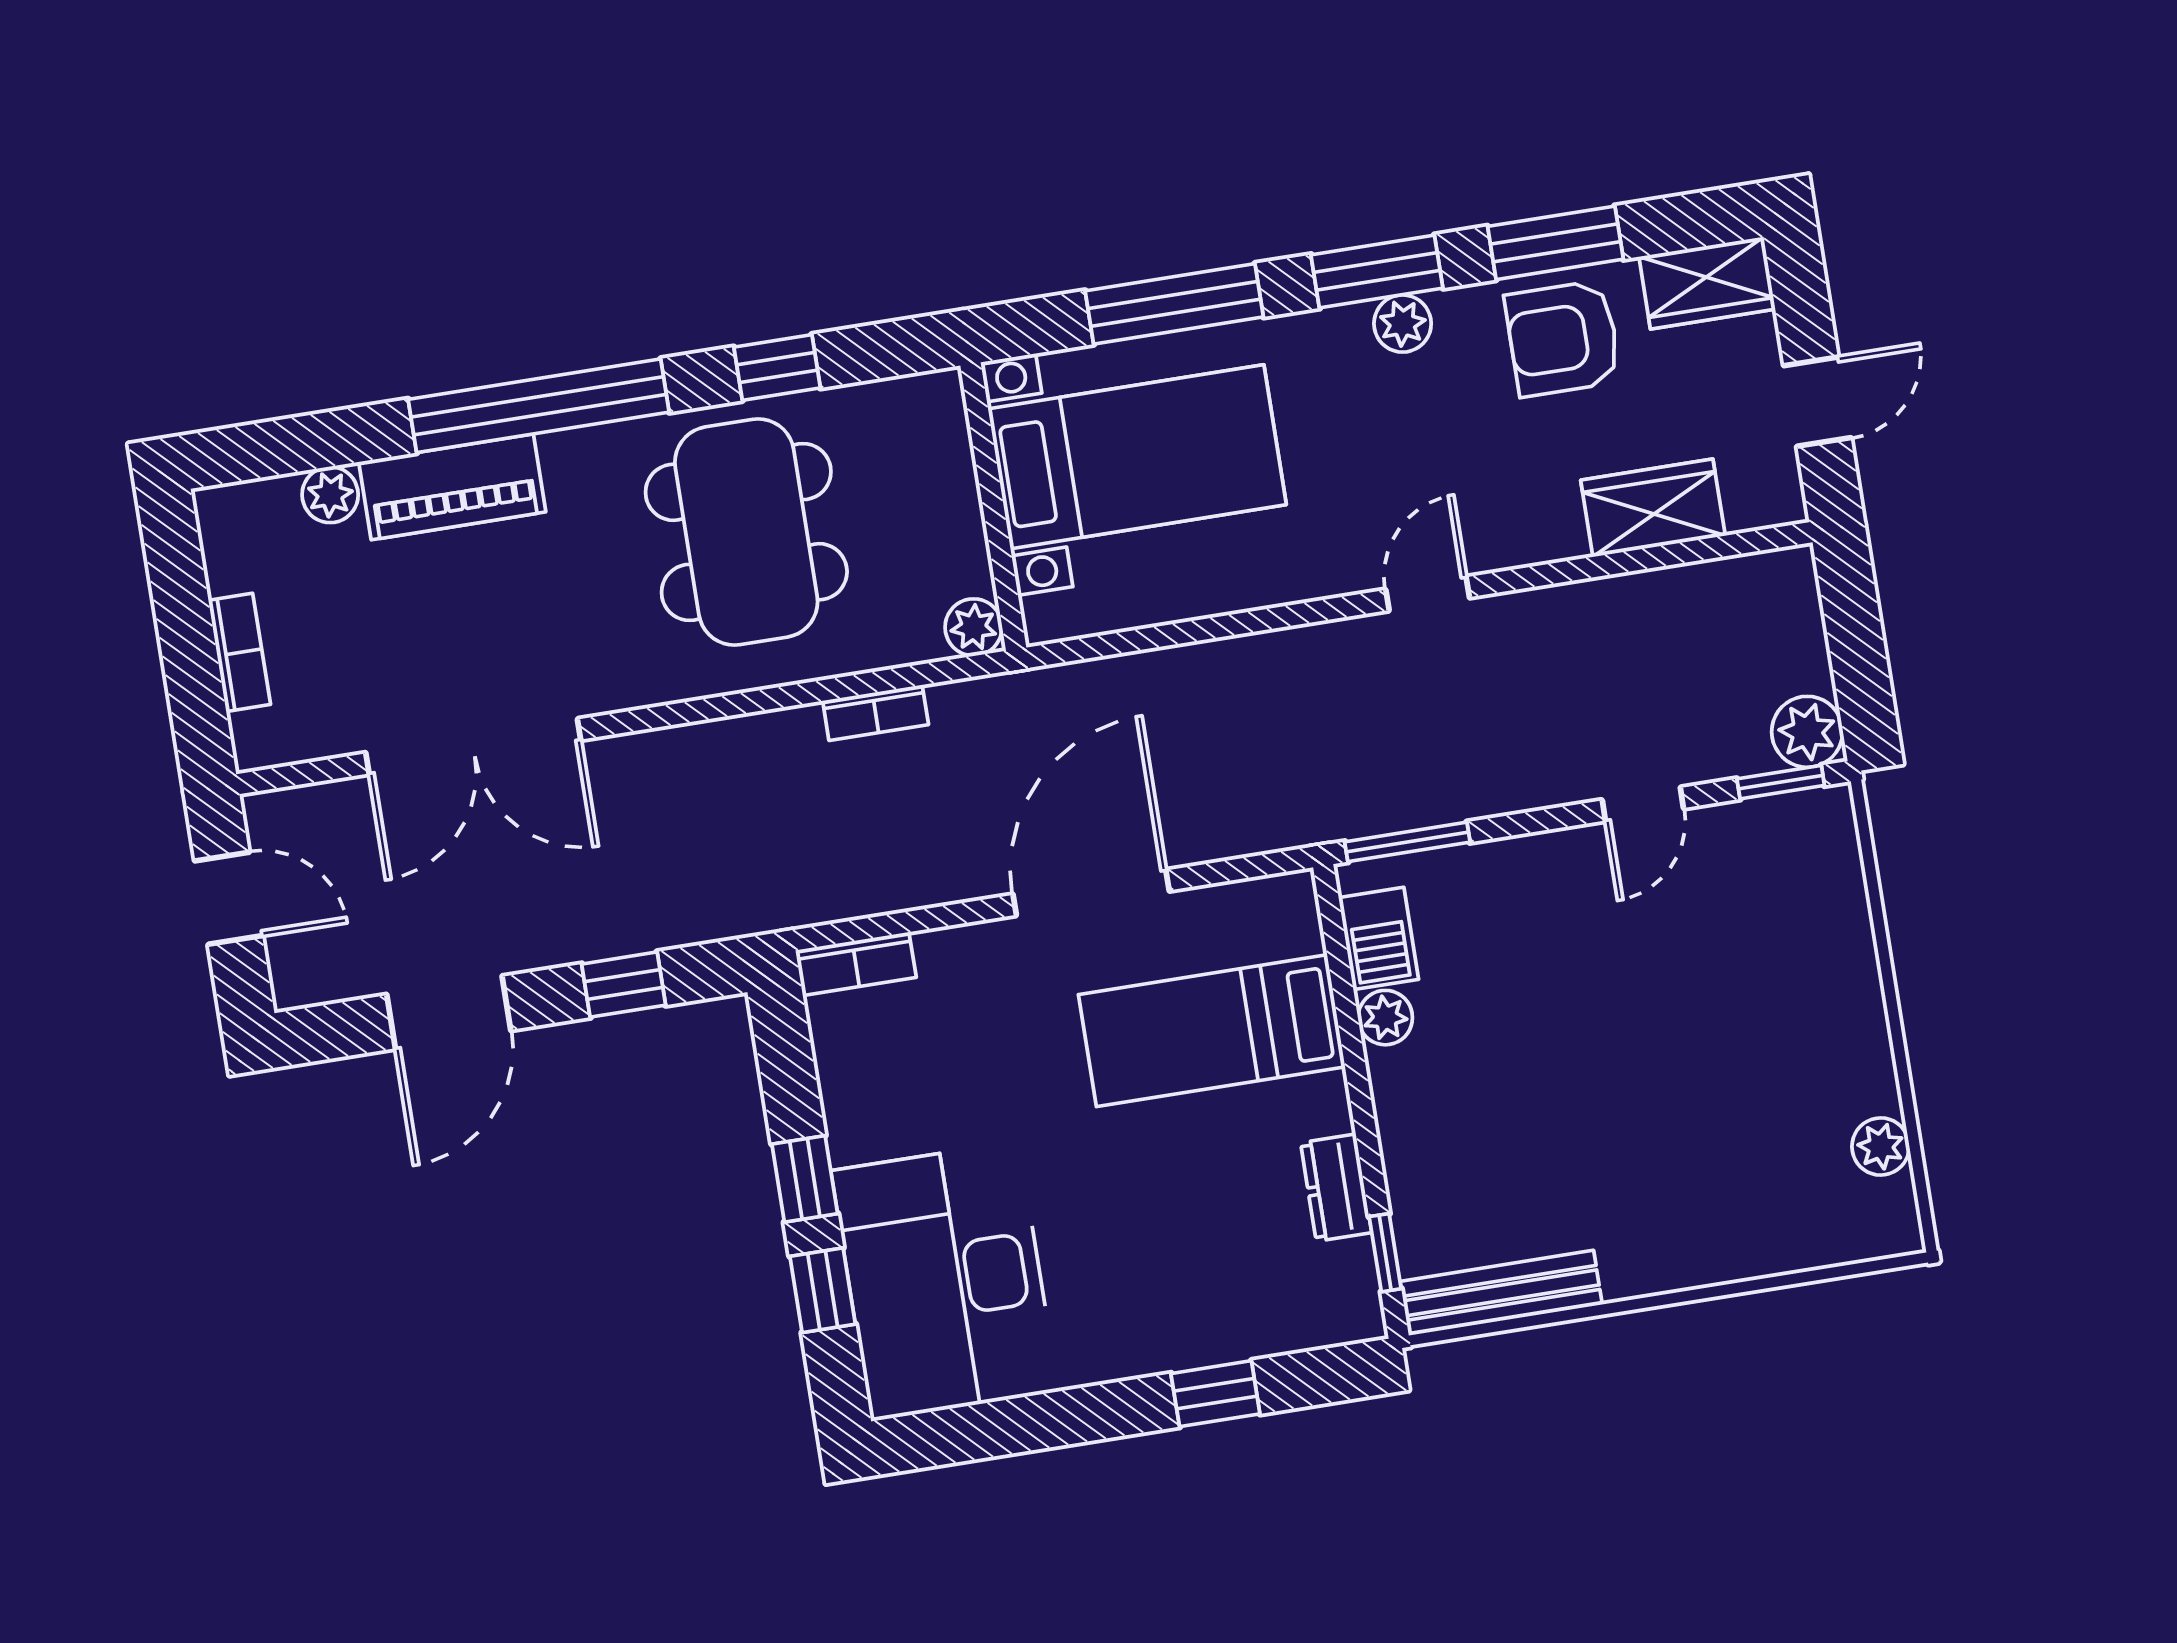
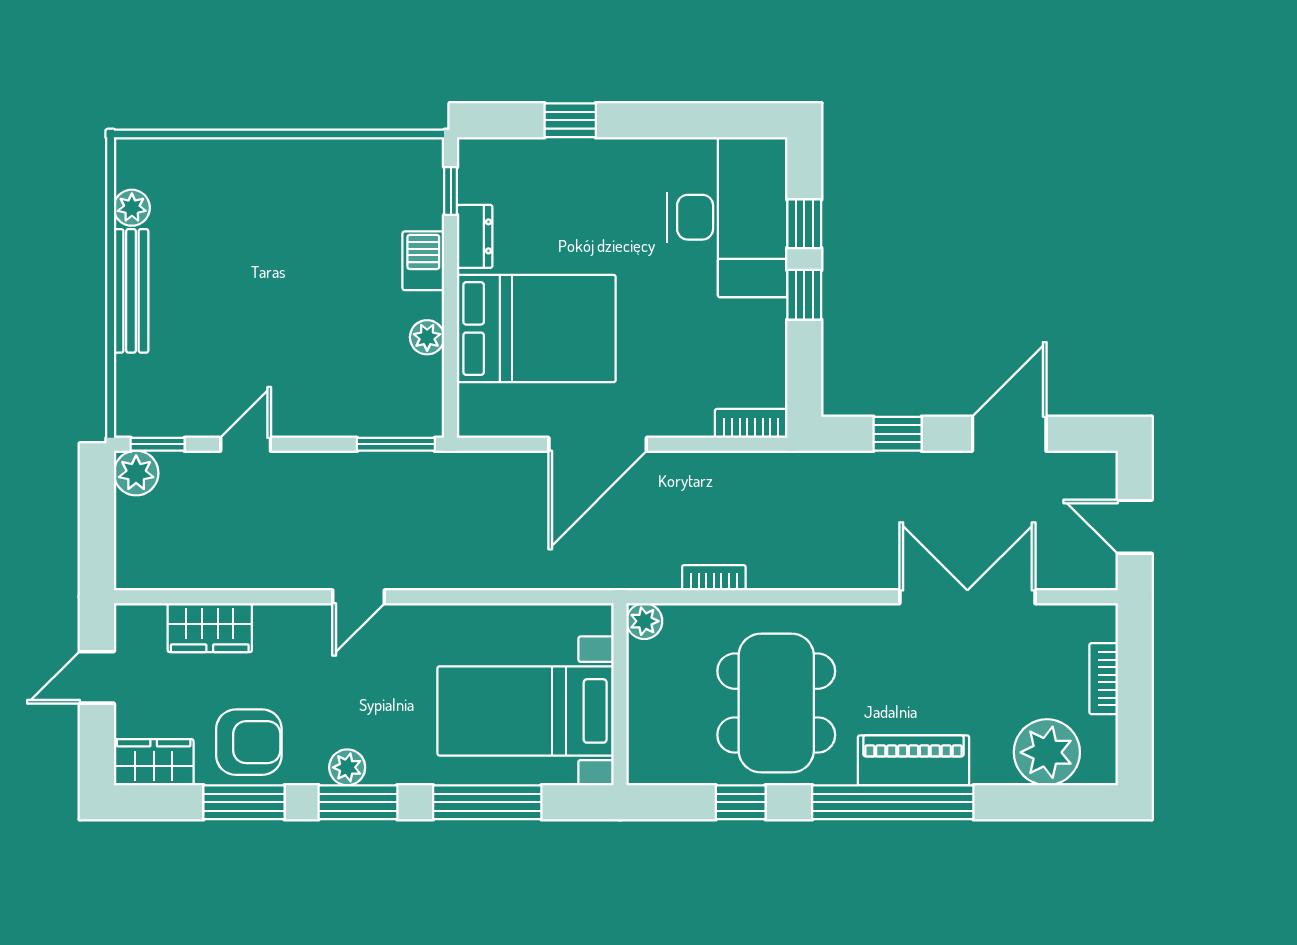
piano: (452, 487) -> (913, 760), moved
plant: (330, 495) -> (1047, 752), width x1.88, depth x1.88
barbecue: (1379, 938) -> (423, 261), moved
bed: (1212, 1031) -> (536, 329), width x1.50
bench: (1501, 1293) -> (131, 291), moved, turned 90

